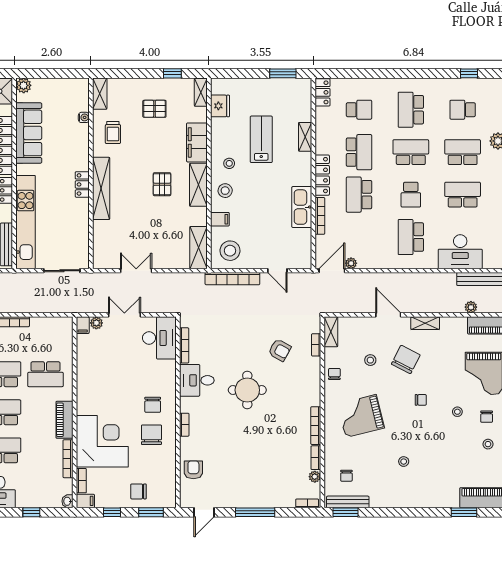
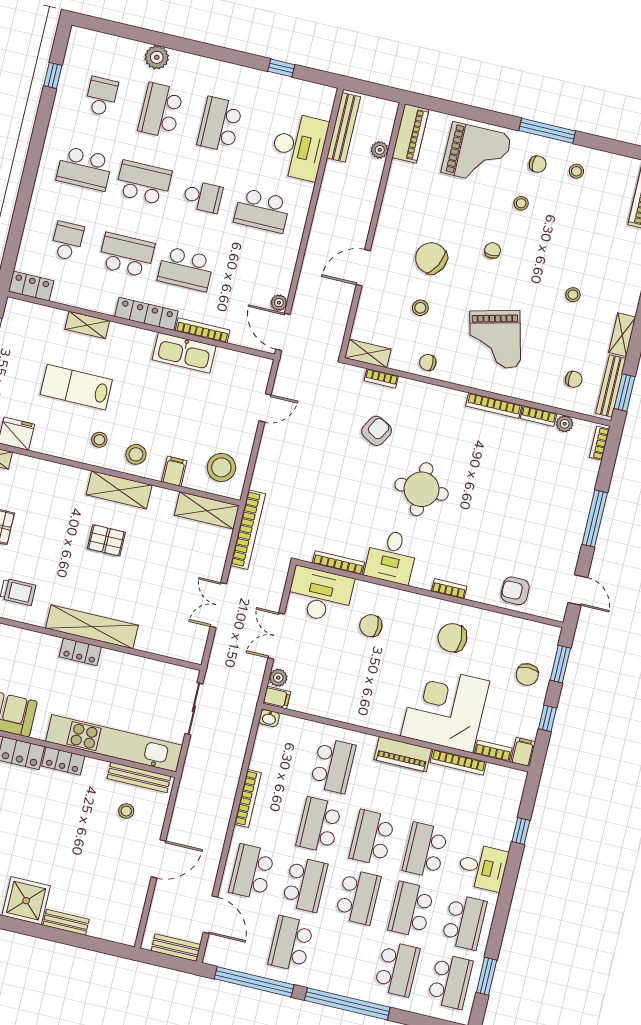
school desk: (463, 110) -> (101, 96), turned 180
filing cabinet: (197, 142) -> (59, 478), removed
school desk: (411, 152) -> (144, 183), turned 90
bookcase: (232, 279) -> (248, 530), moved
shelving: (425, 323) -> (622, 335), moved
chair: (153, 405) -> (371, 626), moved, turned 180
washbasin: (67, 501) -> (269, 718), moved

